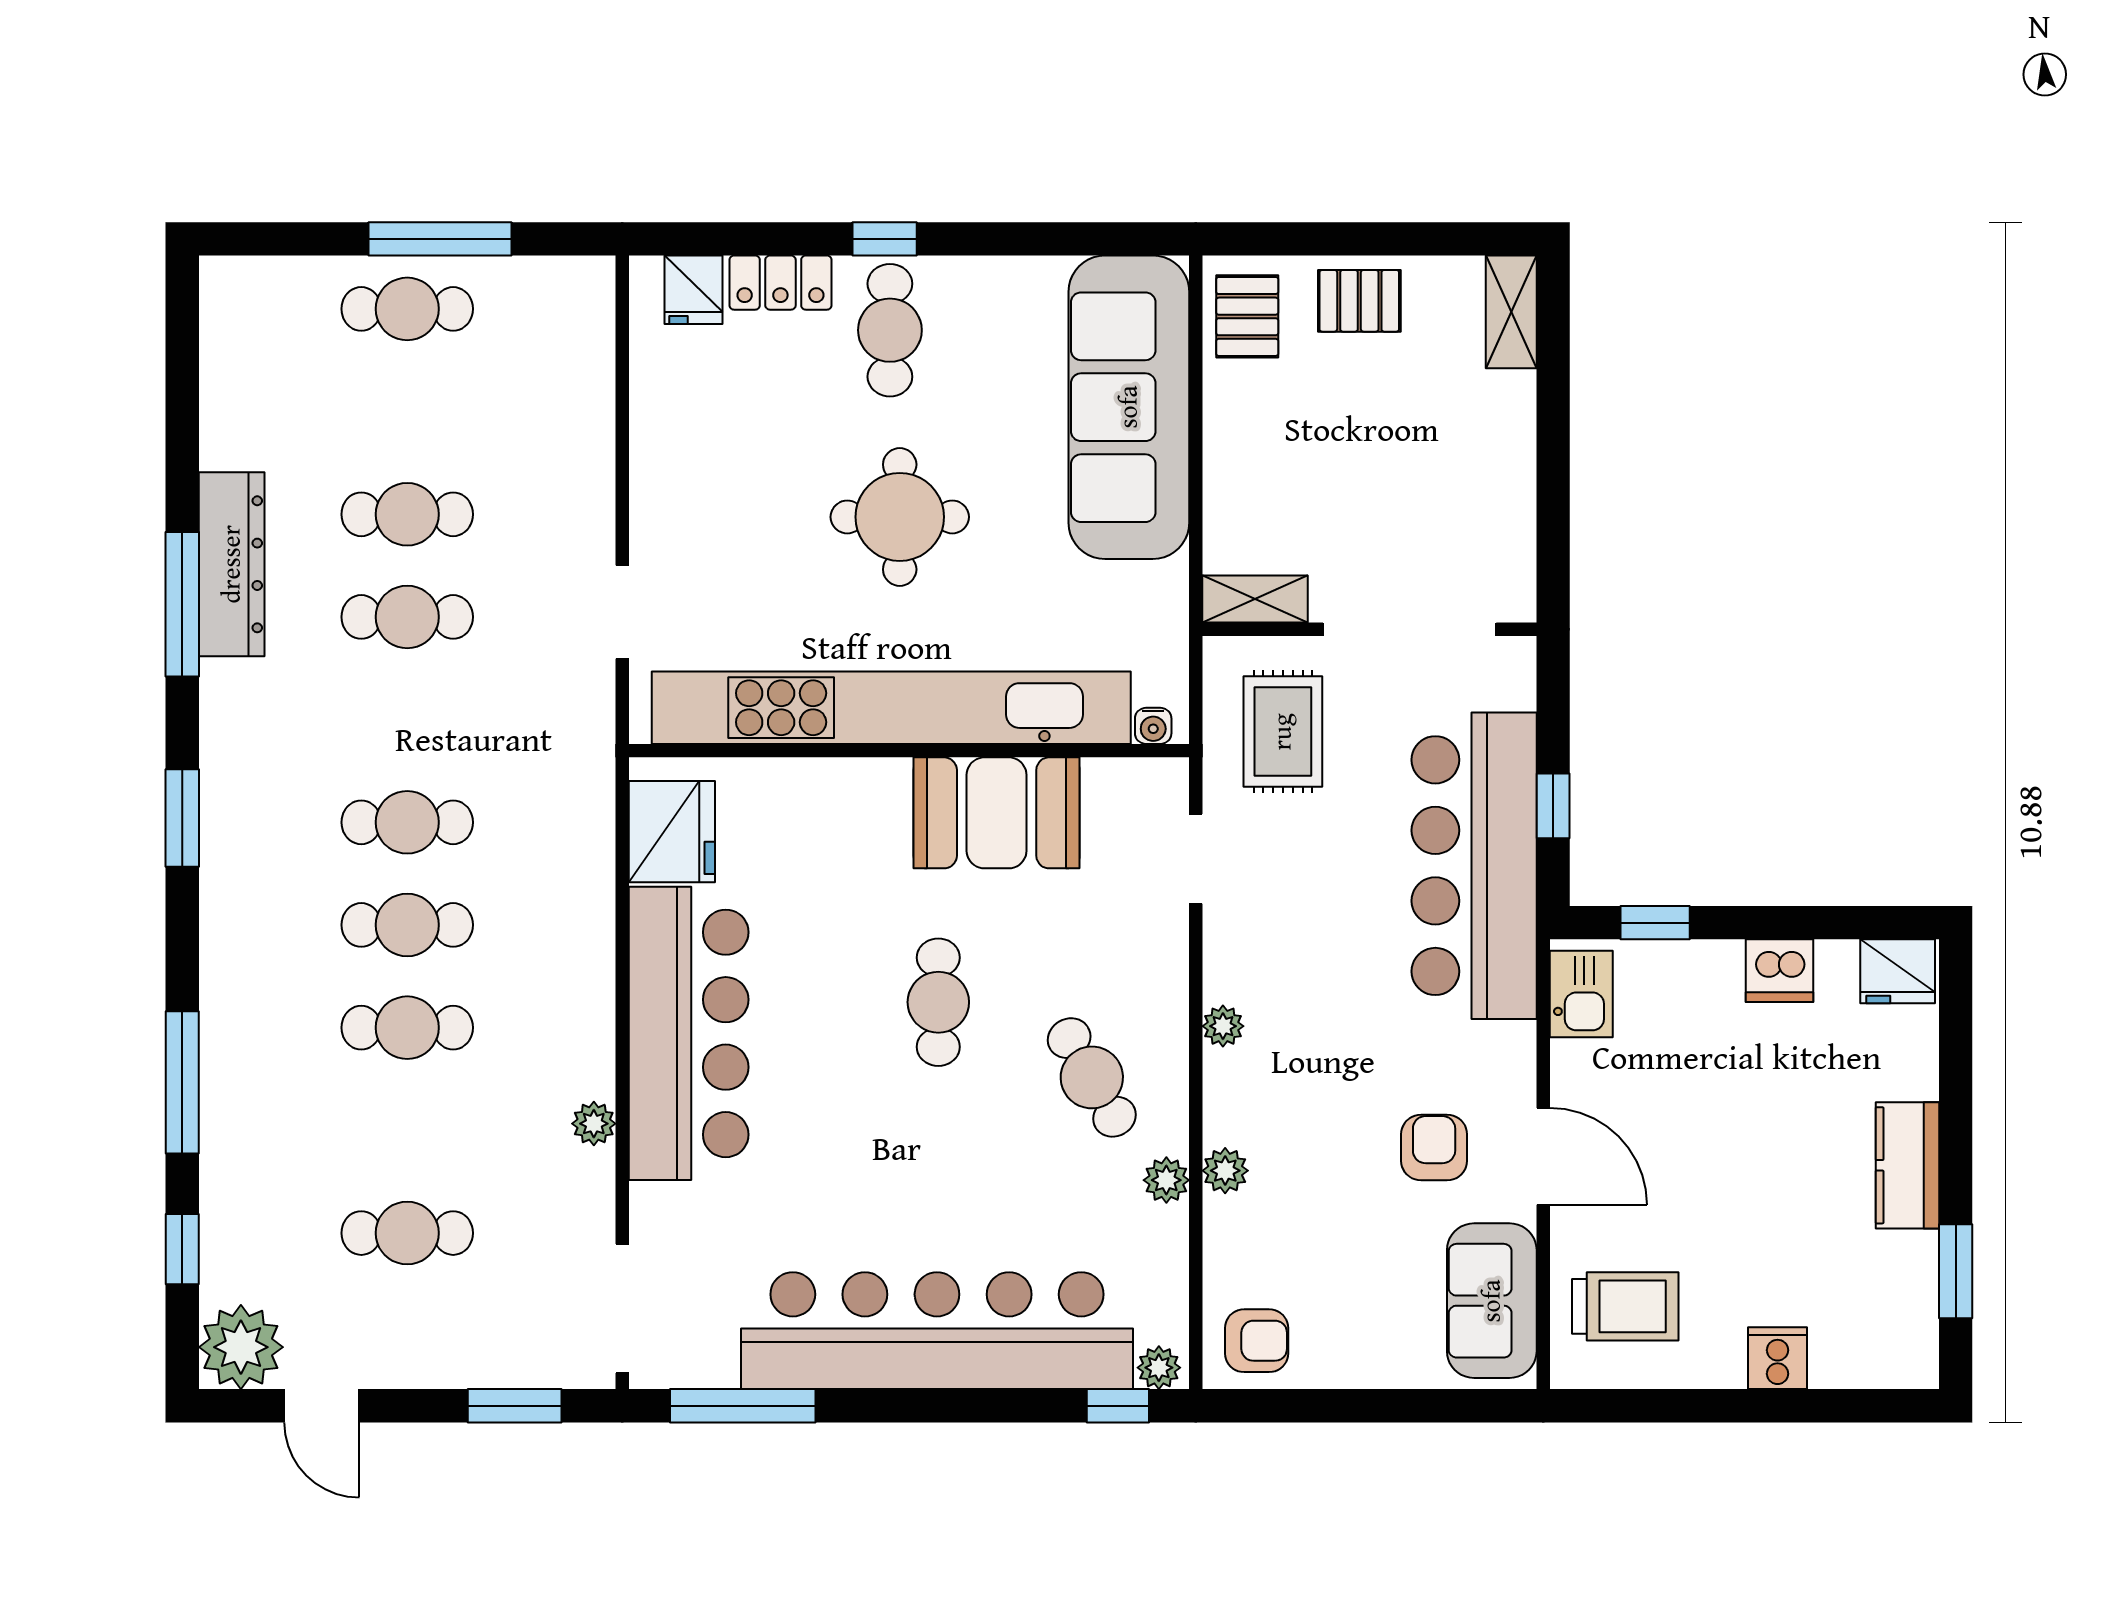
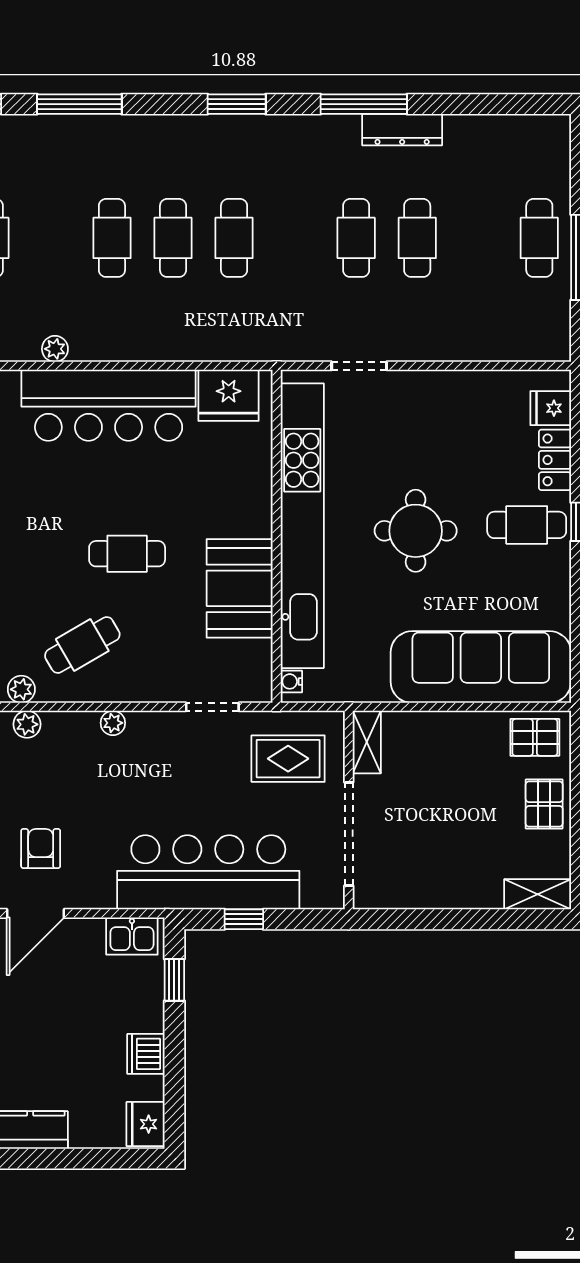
dresser: (232, 564) -> (402, 130), width x0.73, depth x0.80
armchair: (1434, 1148) -> (41, 848), turned -90

